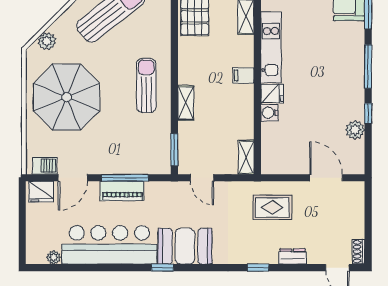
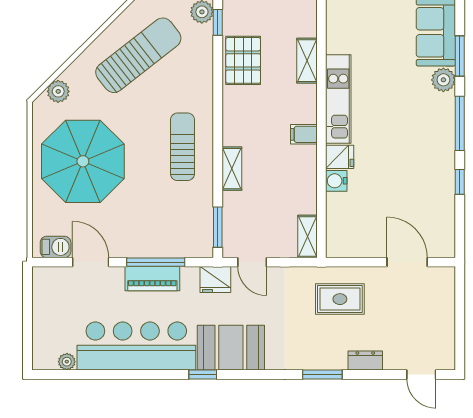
plant: (355, 130) -> (443, 80), moved
door: (73, 178) -> (91, 262), swing flipped
fridge: (41, 192) -> (215, 280), moved
shoe rack: (359, 252) -> (448, 354), removed
window: (258, 268) -> (322, 374), width x1.50

